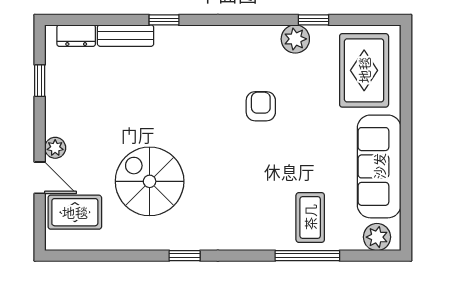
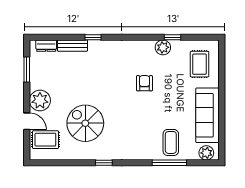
rug: (364, 70) -> (199, 64), width x0.73, depth x0.70
window: (40, 81) -> (27, 70), width x1.50
plant: (55, 148) -> (40, 100), width x1.88, depth x1.88

